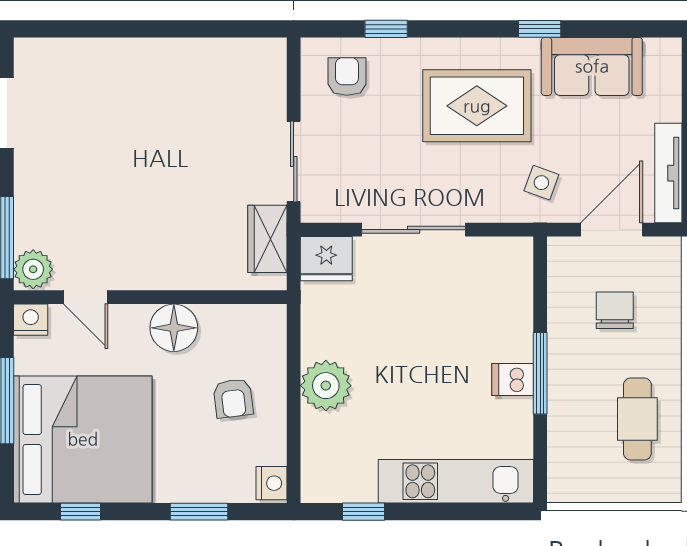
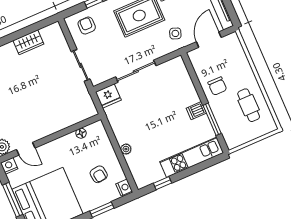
wardrobe: (267, 239) -> (28, 42), moved, turned -90
chair: (615, 310) -> (217, 86), moved, turned 180
floor lamp: (174, 328) -> (81, 133), moved, width x0.53, depth x0.53
window: (540, 373) -> (212, 119), moved
plant: (326, 386) -> (126, 149), width x0.53, depth x0.53
armchair: (233, 398) -> (99, 174), moved

